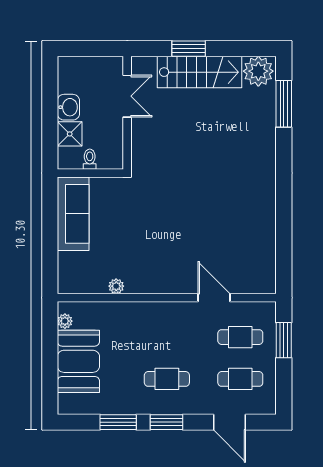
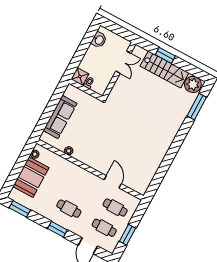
washbasin: (68, 107) -> (99, 40), moved
shower: (70, 134) -> (80, 77), moved
sofa: (73, 214) -> (60, 117), moved
window: (284, 340) -> (127, 235), moved
window: (118, 422) -> (20, 209), moved

